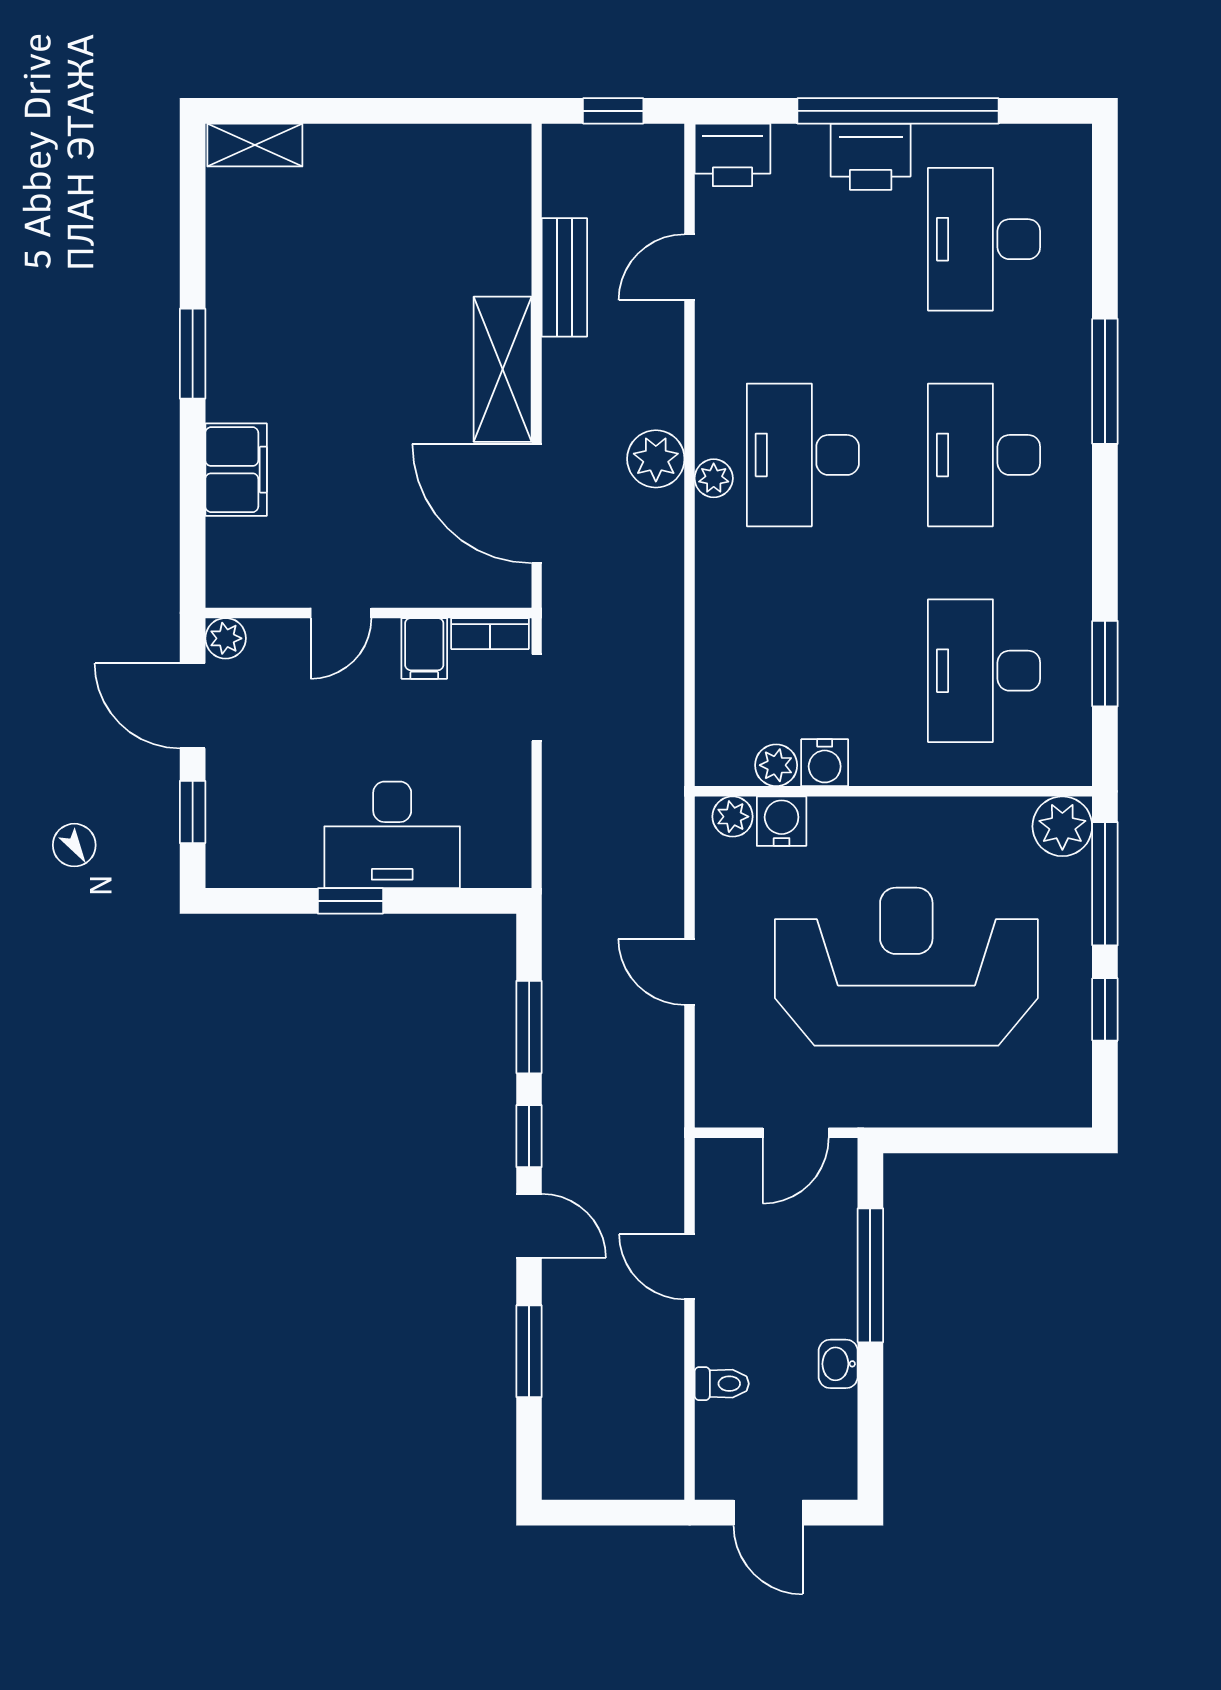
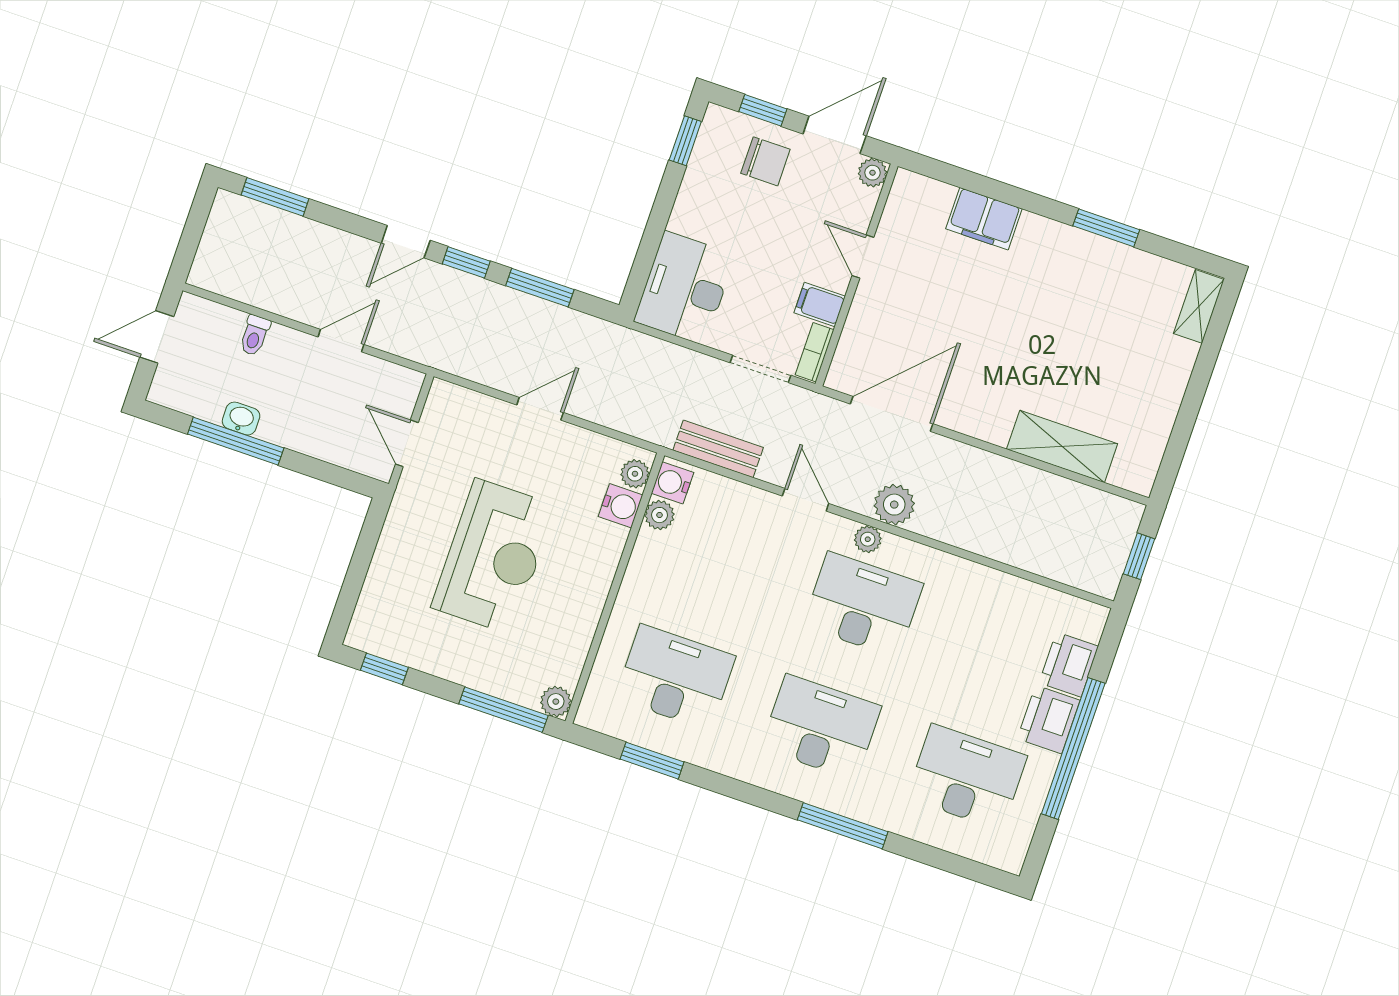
printer: (732, 155) -> (1069, 665), moved
door: (690, 267) -> (806, 500), moved
bench: (564, 277) -> (718, 449), moved
window: (193, 354) -> (1106, 228), moved
shelving: (503, 369) -> (1062, 446), moved
water cooler: (825, 763) -> (672, 483), moved
chair: (259, 785) -> (765, 161), added
plant: (1062, 826) -> (556, 702), width x0.73, depth x0.73
desk: (392, 835) -> (685, 288), moved
window: (350, 901) -> (685, 141), moved
reception desk: (906, 967) -> (493, 556), width x0.74, depth x0.77
window: (1105, 1009) -> (384, 669), moved
window: (870, 1275) -> (236, 441), moved
window: (529, 1351) -> (275, 197), moved

